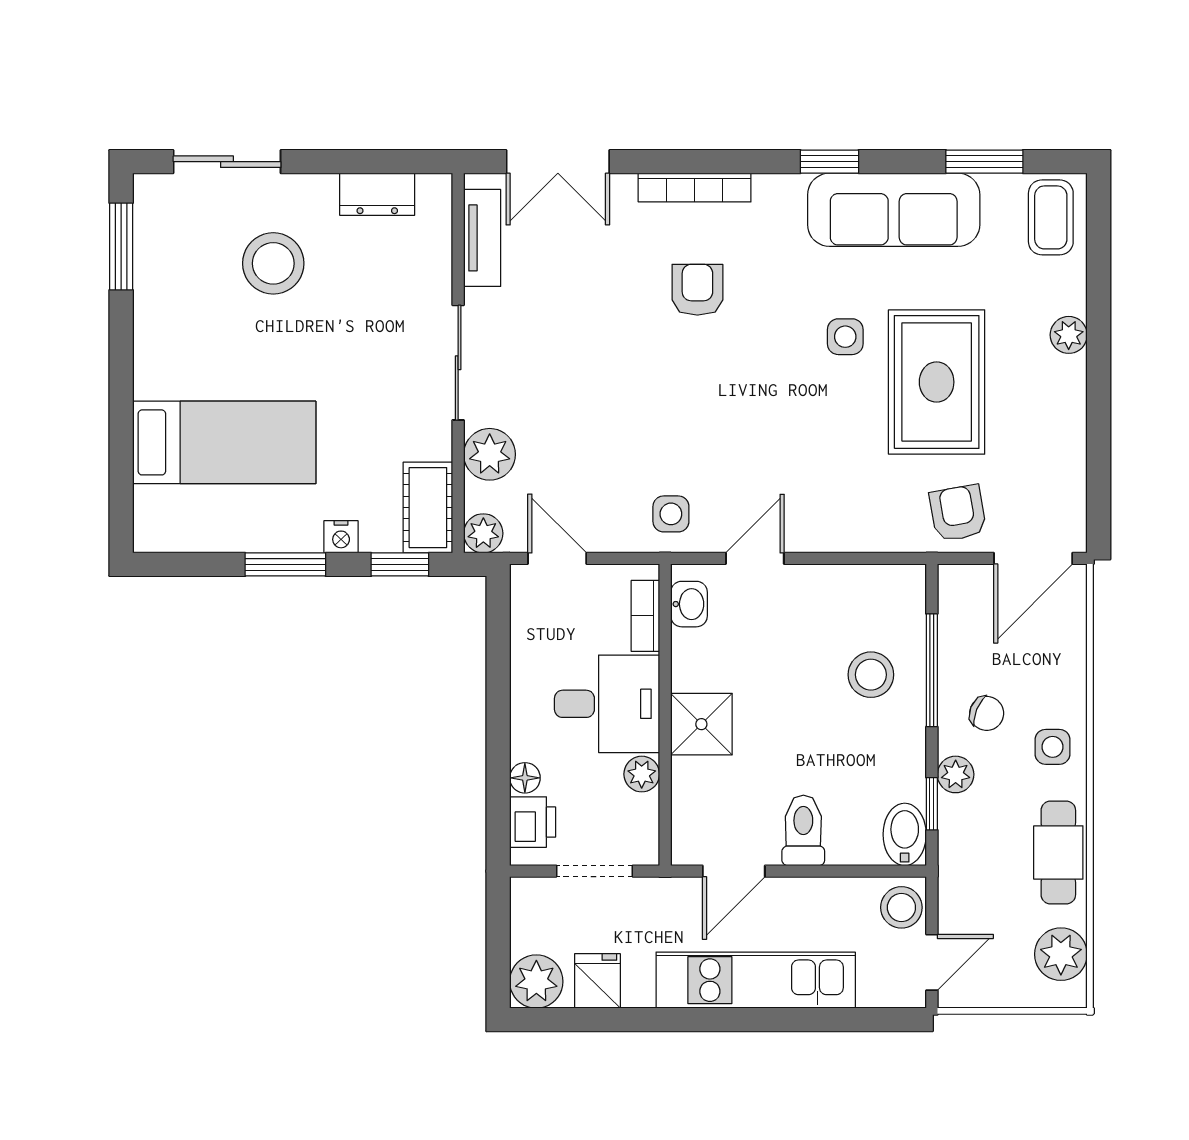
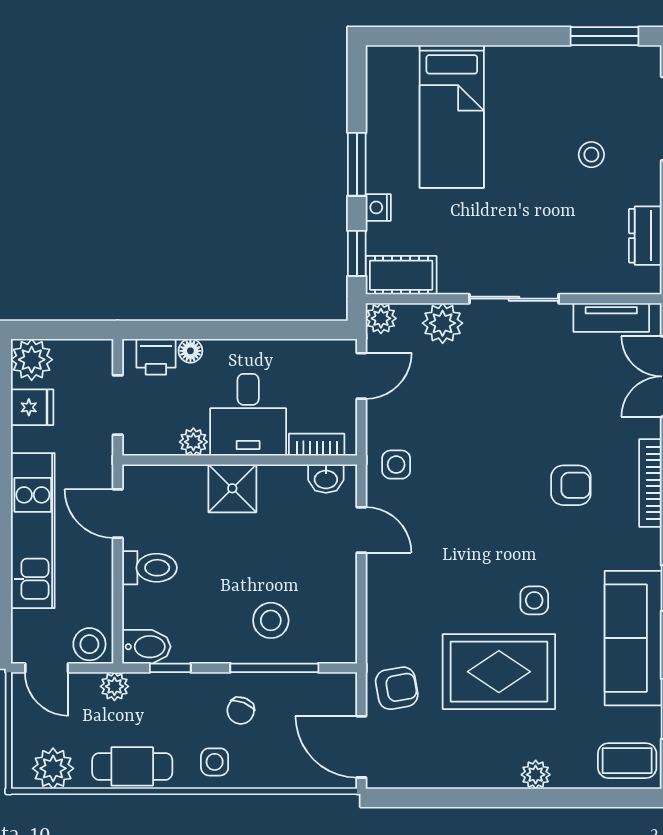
stool: (273, 263) -> (591, 155), width x0.53, depth x0.53
plant: (956, 774) -> (114, 686), moved

